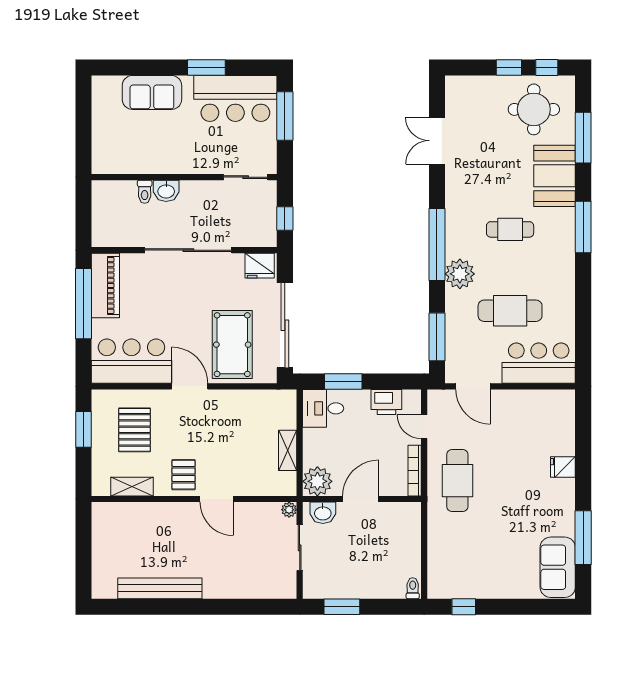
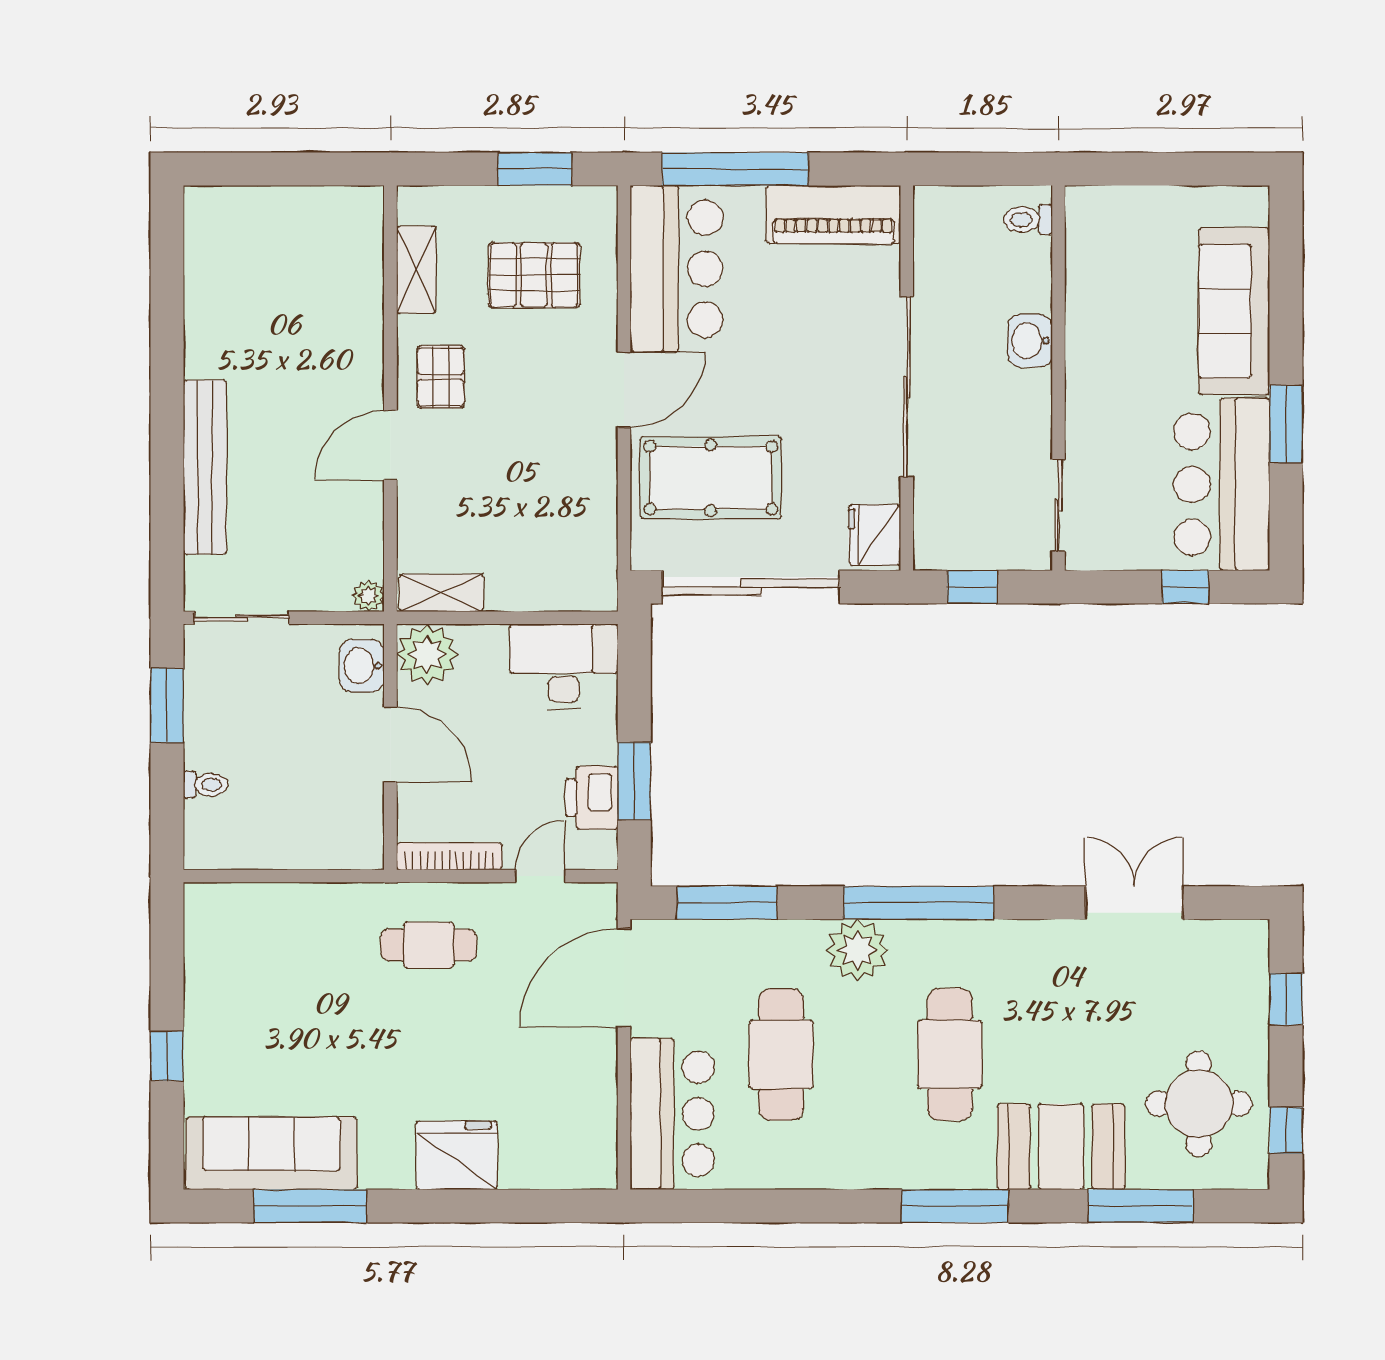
window: (509, 67) -> (1286, 999), moved
sofa: (152, 92) -> (1234, 311), width x1.36
window: (285, 116) -> (1185, 587), width x0.46
toilet: (145, 192) -> (1028, 220), moved
cafe table: (510, 229) -> (950, 1054), width x1.37, depth x1.35
window: (83, 304) -> (735, 169), moved
window: (343, 382) -> (634, 781), moved
door: (473, 386) -> (624, 978), width x1.36
desk: (323, 408) -> (564, 666), width x1.37
shelving: (288, 450) -> (441, 593), moved
fridge: (563, 467) -> (457, 1155), width x1.88, depth x1.34
pallet: (184, 475) -> (441, 377), turned 90
cafe table: (457, 481) -> (429, 945), width x0.73, depth x0.74
sliding door: (300, 548) -> (242, 618), moved
sofa: (558, 567) -> (271, 1153), width x1.36
bench: (160, 588) -> (205, 467), moved
toilet: (413, 588) -> (205, 785), moved
window: (464, 607) -> (167, 1056), moved

